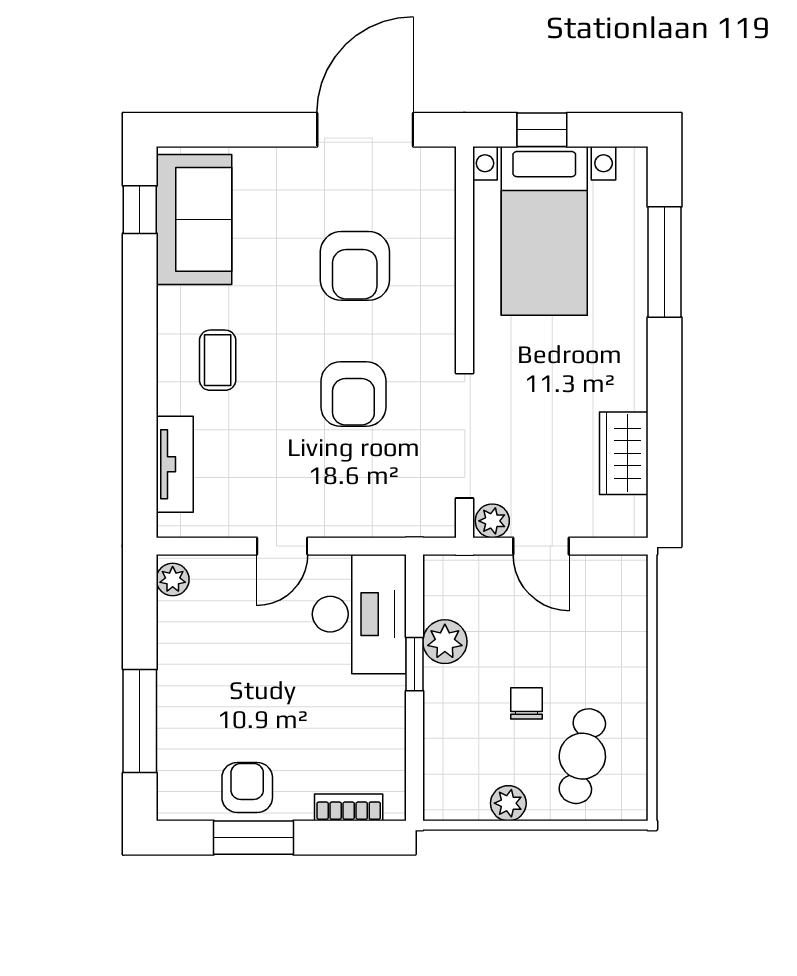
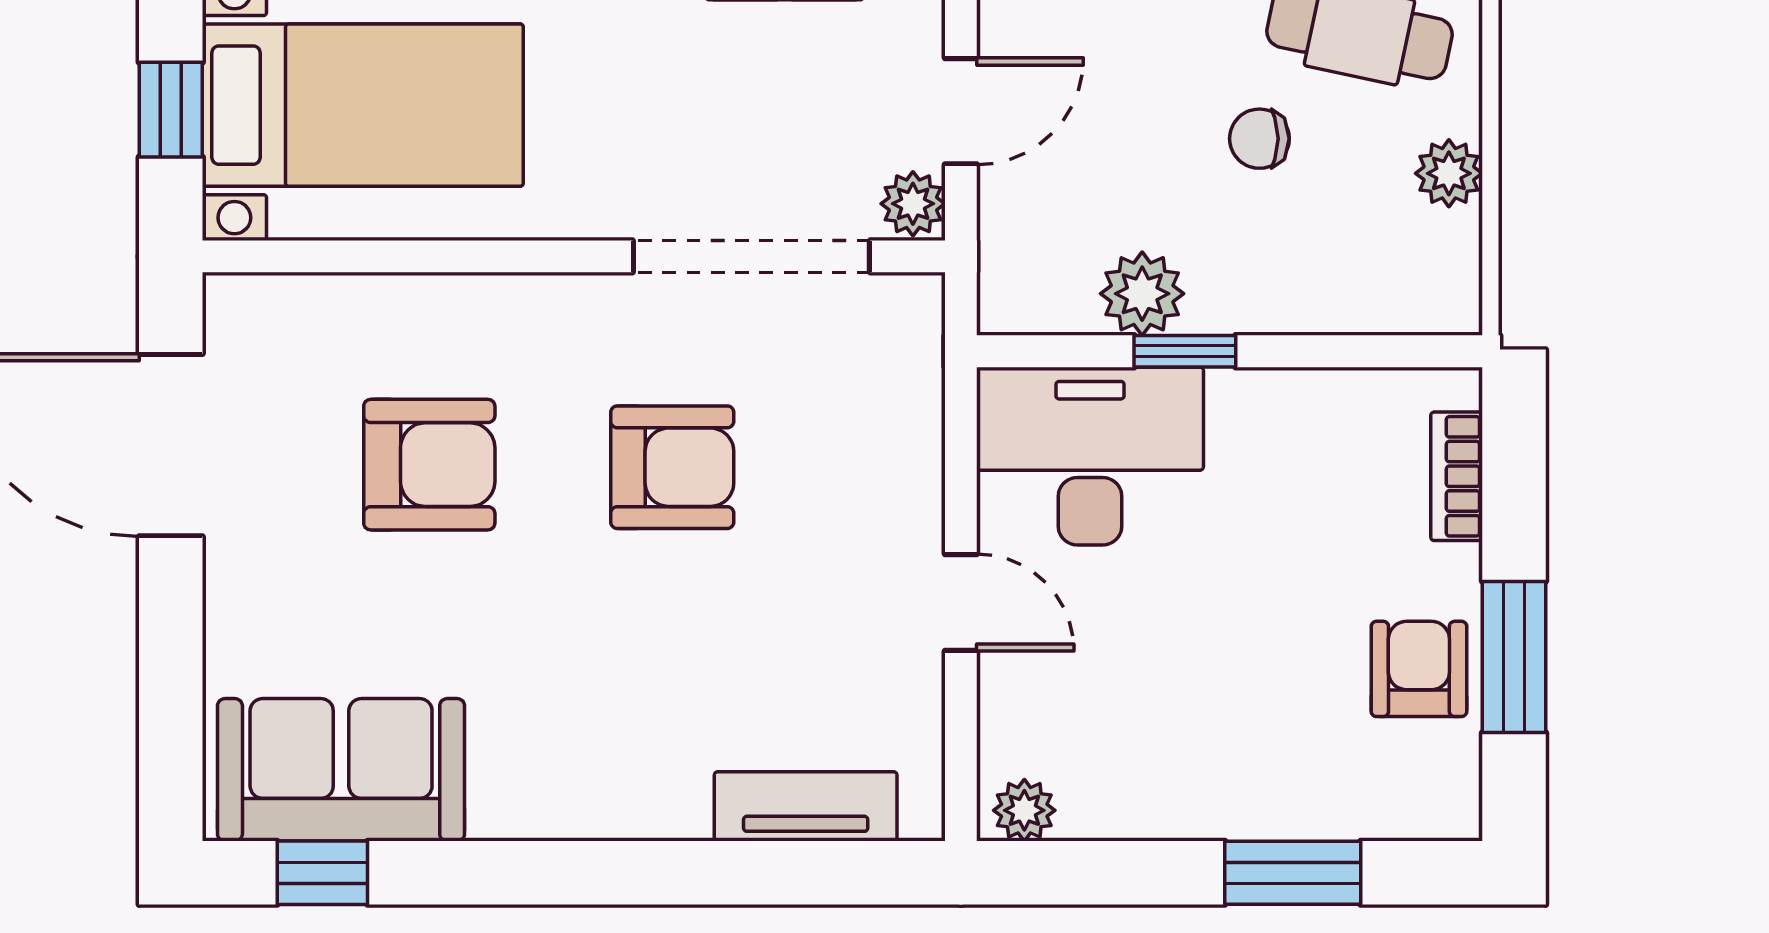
coffee table: (218, 360) -> (608, 725), removed
window: (140, 721) -> (1293, 873), width x0.69
armchair: (247, 787) -> (1419, 669), turned 90

